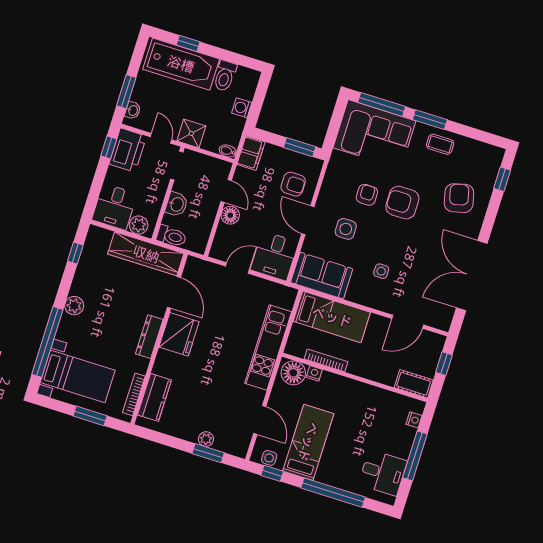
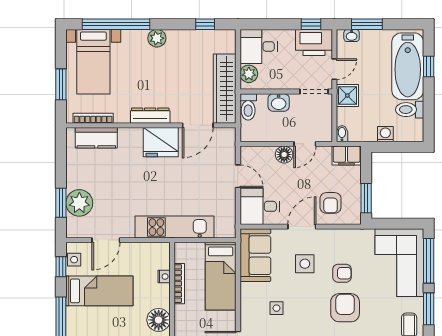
floor lamp: (293, 373) -> (159, 320), moved
plant: (206, 439) -> (79, 203), width x1.88, depth x1.88

